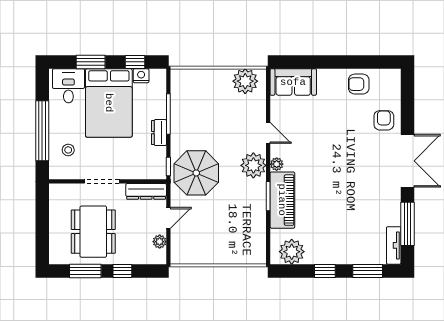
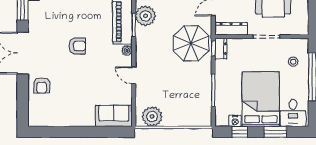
armchair: (359, 84) -> (77, 46), moved
dresser: (159, 133) -> (221, 49), moved
plant: (253, 165) -> (146, 16), moved

